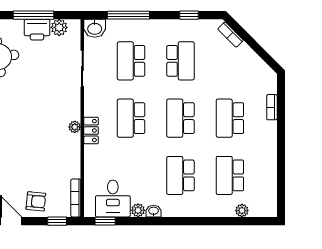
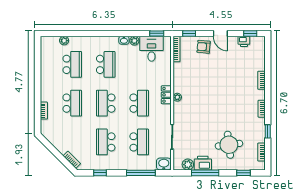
school desk: (180, 118) -> (106, 103), turned 180

